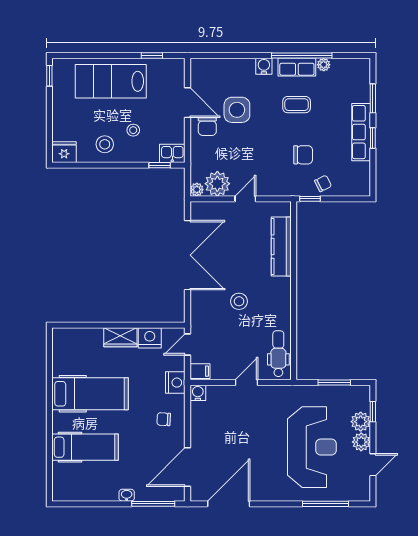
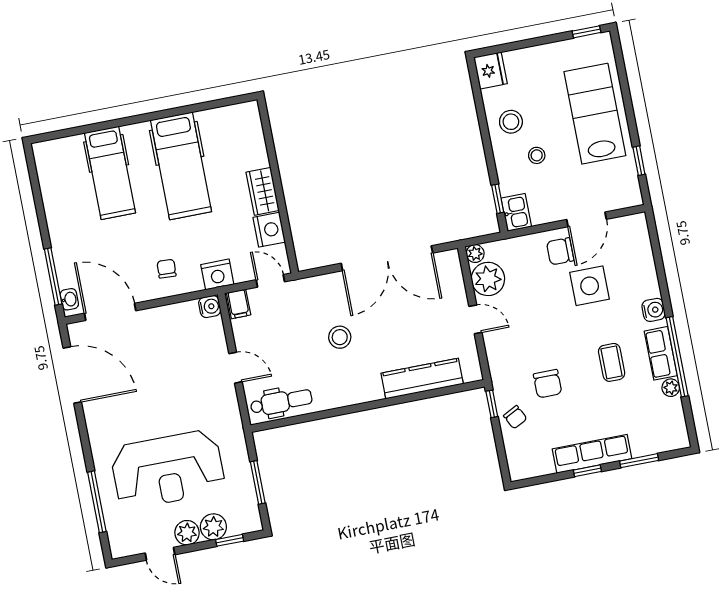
washbasin: (127, 495) -> (69, 299), moved

